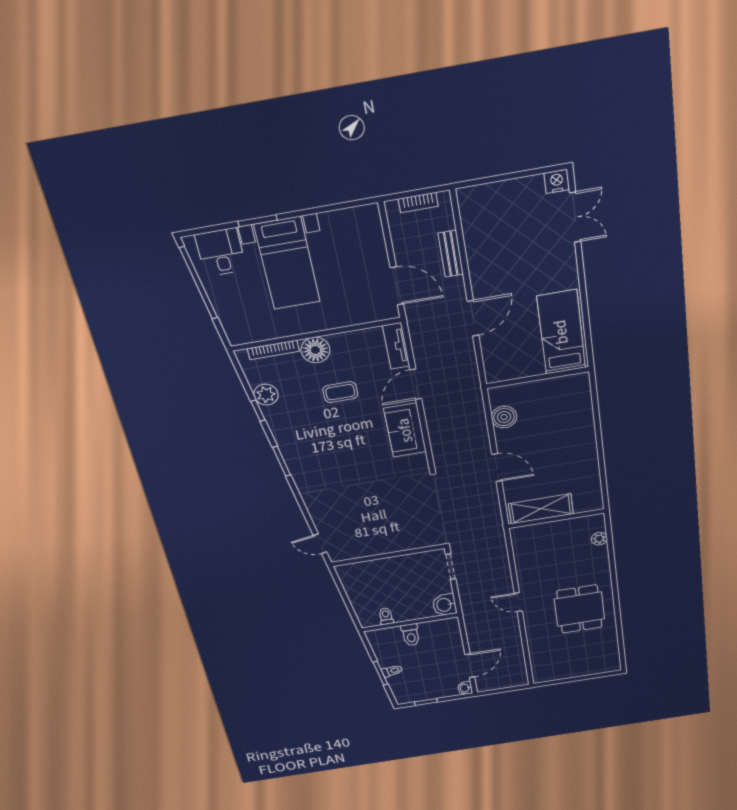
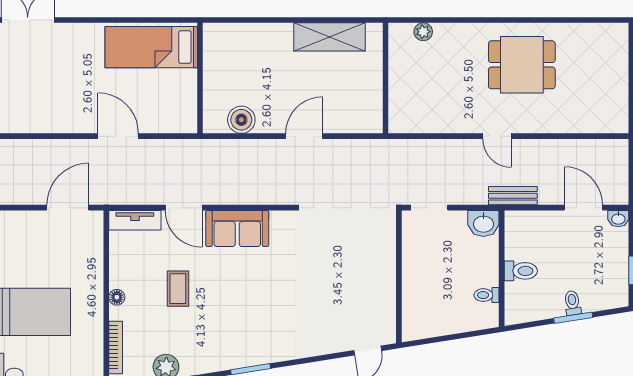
bench: (451, 254) -> (513, 196), moved
floor lamp: (315, 350) -> (117, 297), width x0.53, depth x0.53
shelving: (541, 509) -> (330, 37), moved, turned 90
door: (518, 602) -> (497, 136), hinge flipped

